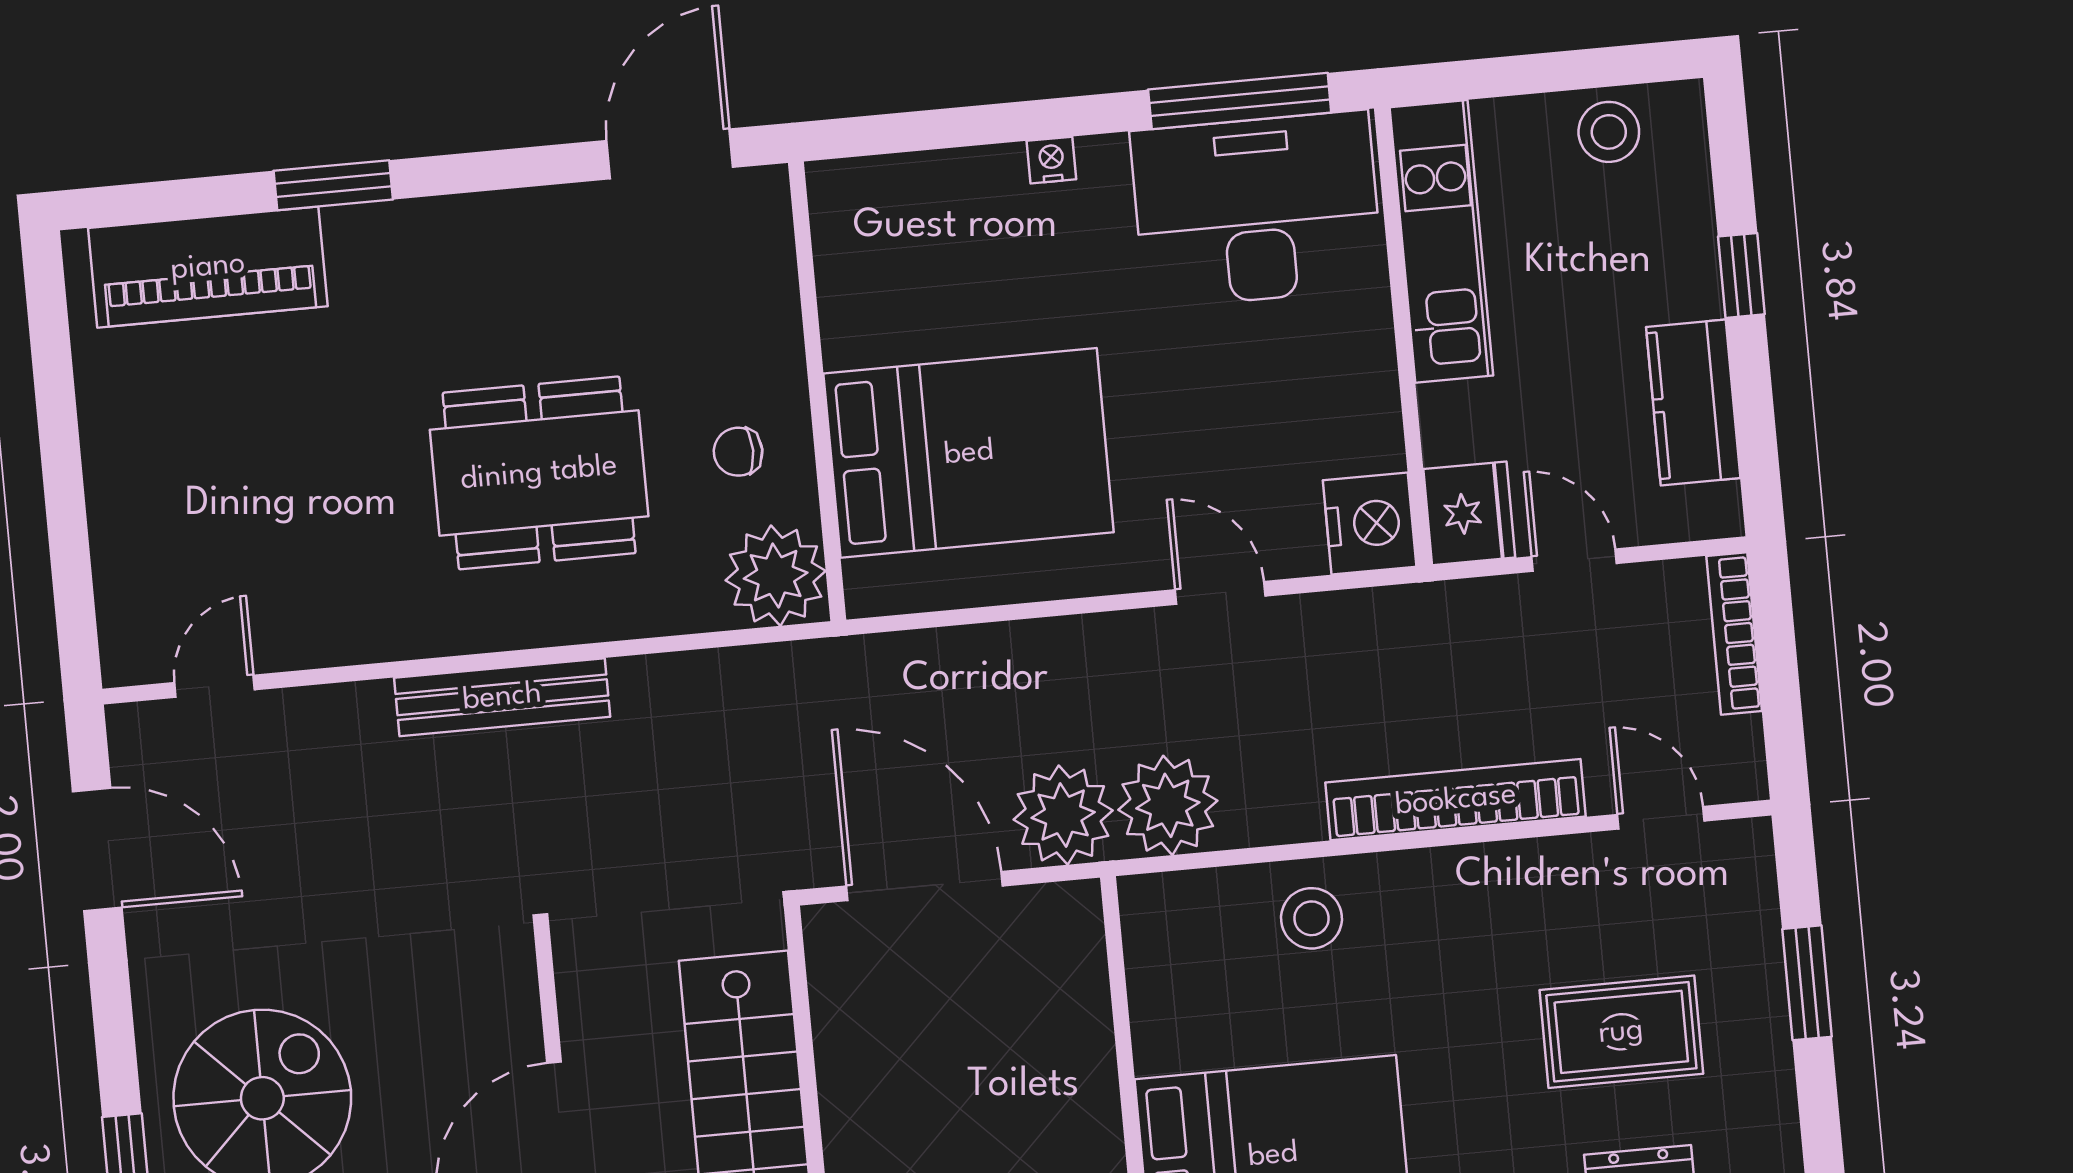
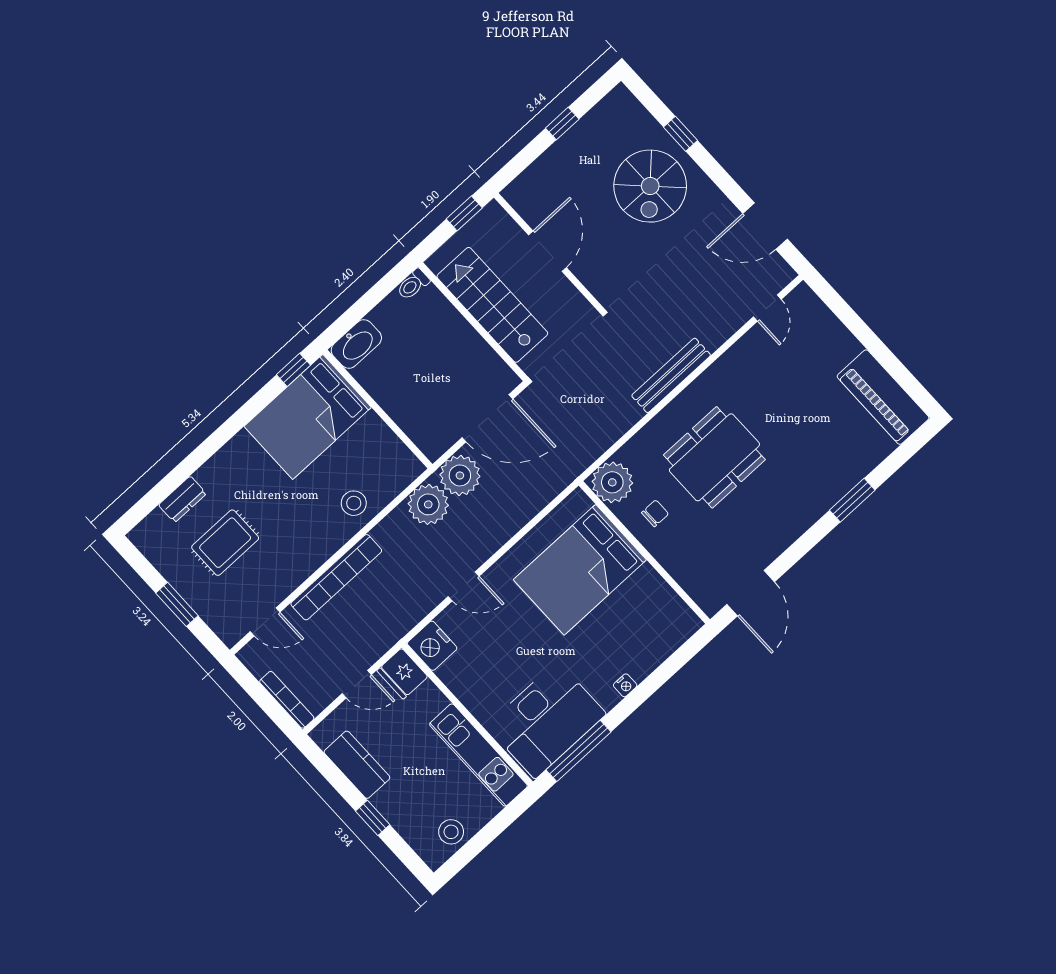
piano: (208, 267) -> (883, 397), moved, turned -90

